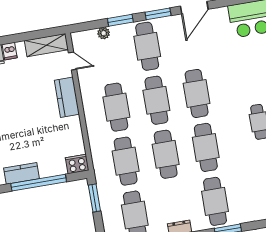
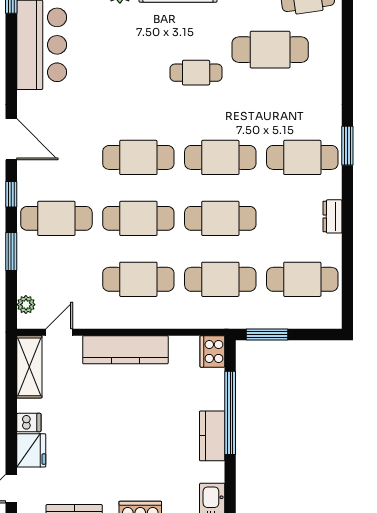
window: (158, 14) -> (11, 194), width x0.67
plant: (104, 33) -> (26, 305), moved
kitchen counter: (67, 97) -> (125, 350), width x1.50

